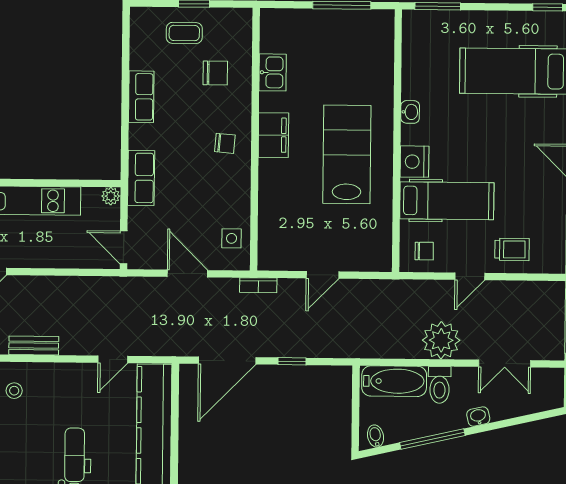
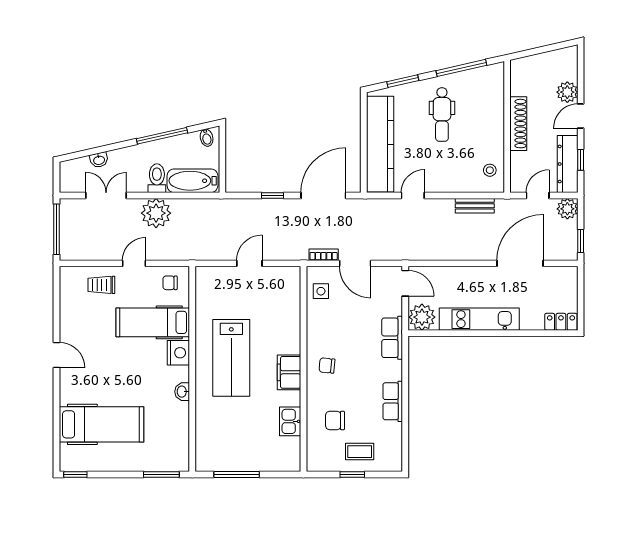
plant: (111, 196) -> (422, 317), width x1.88, depth x1.88
bookcase: (258, 285) -> (324, 255), moved
washbasin: (478, 417) -> (99, 160), moved

